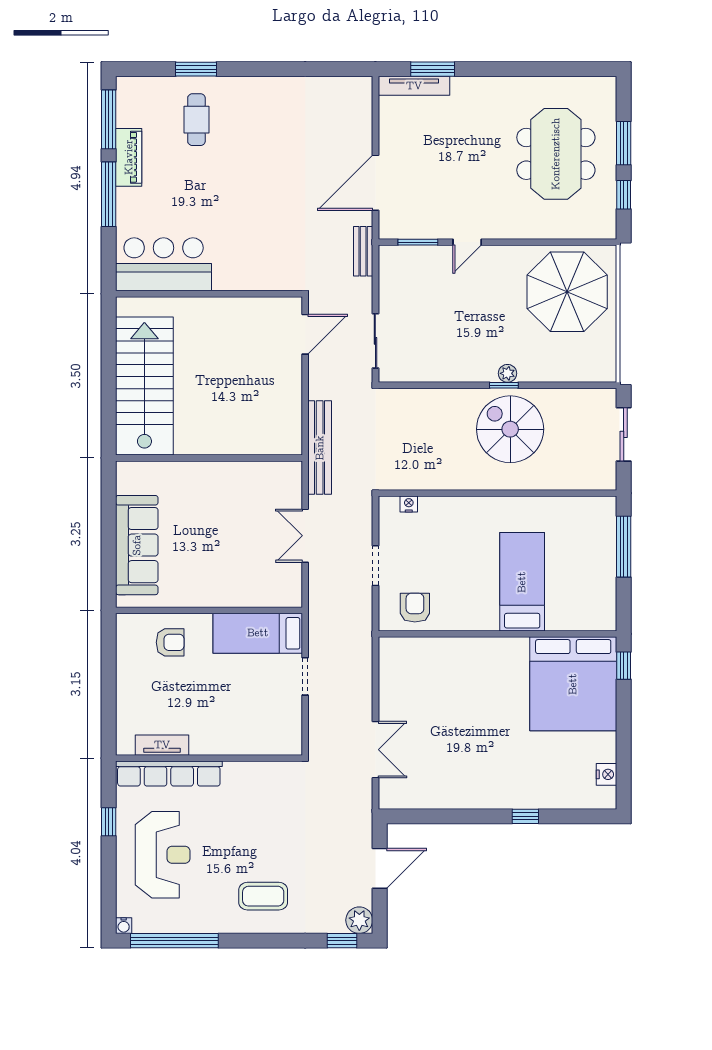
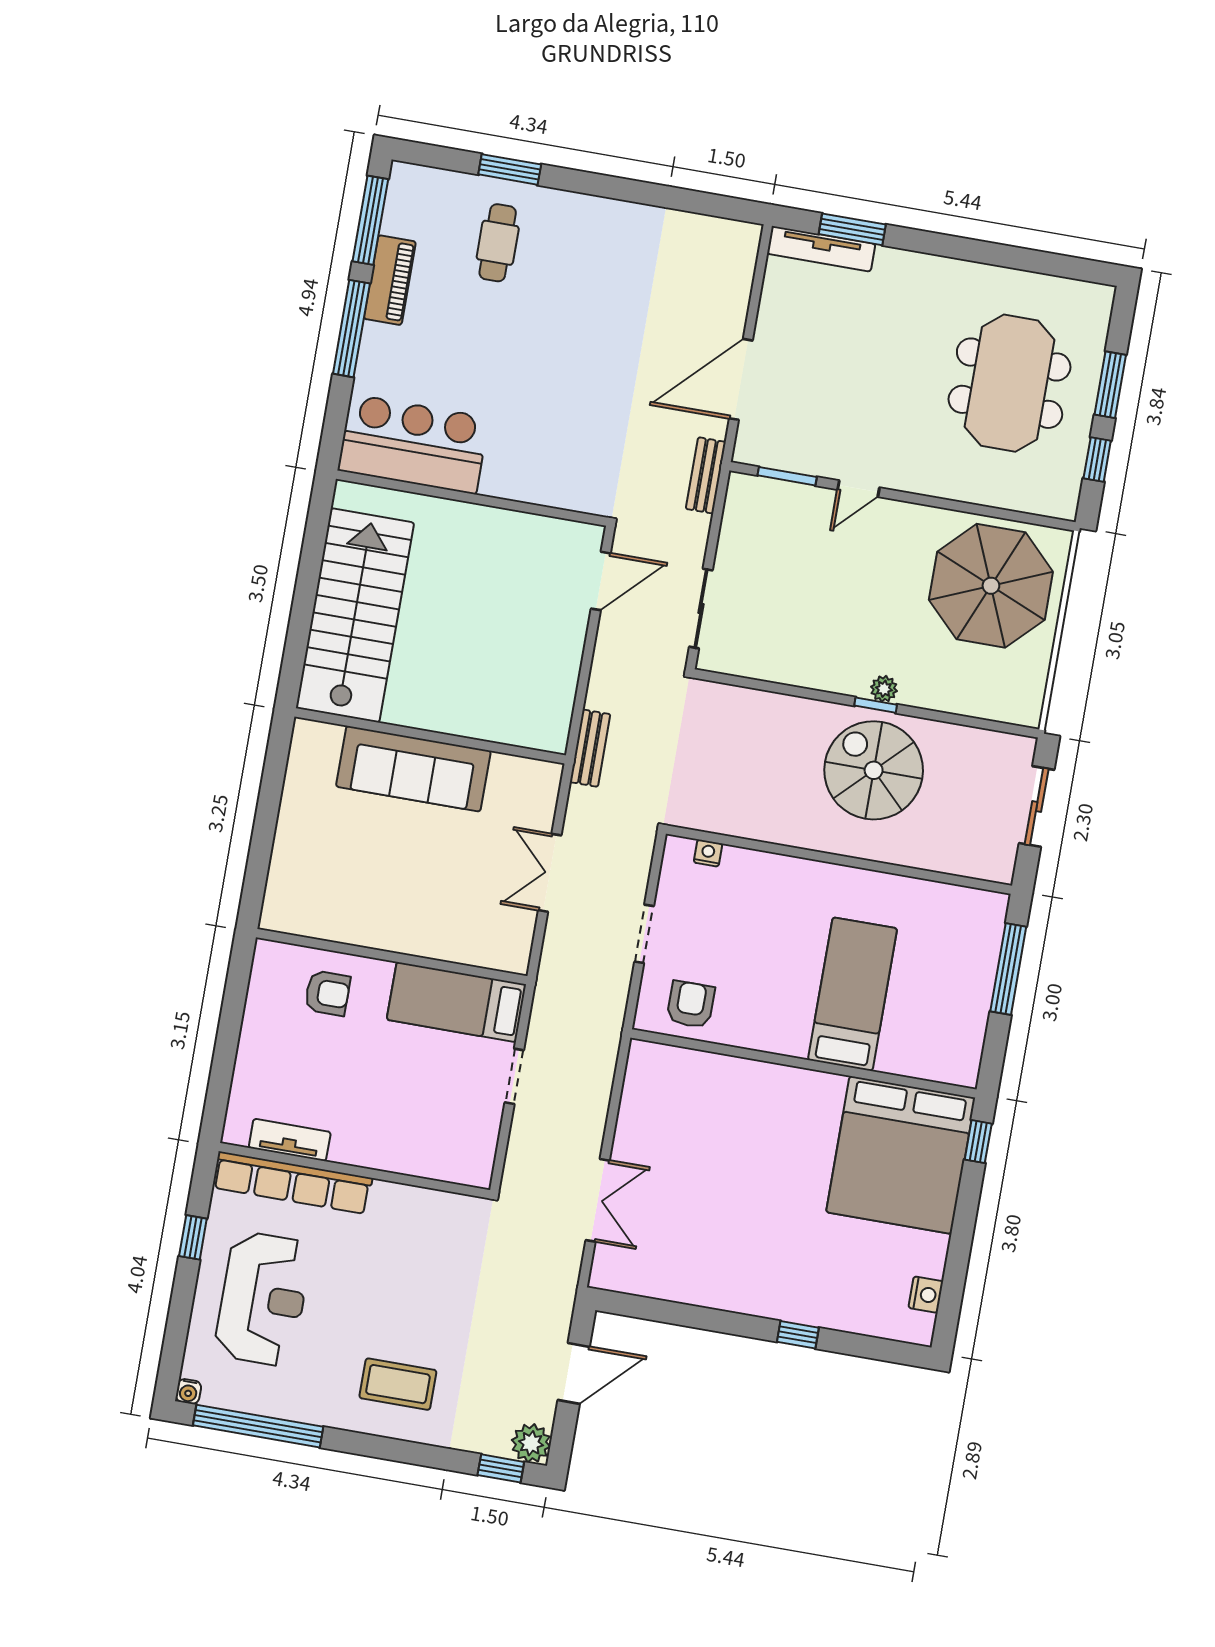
bench: (320, 448) -> (590, 748), width x0.54, depth x0.82
sofa: (137, 545) -> (413, 769), moved, turned 90

